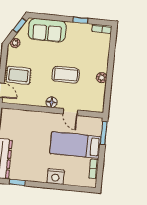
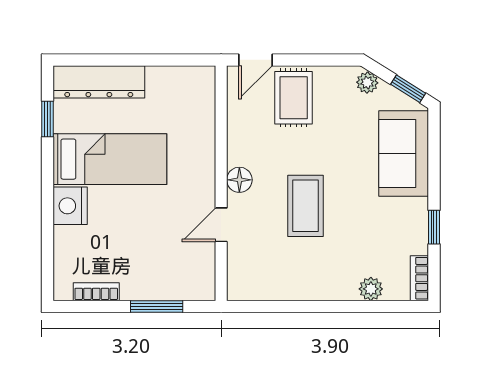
plant: (102, 78) -> (371, 289), moved
window: (104, 133) -> (157, 306), moved
bed: (75, 145) -> (110, 159), moved, turned 90

